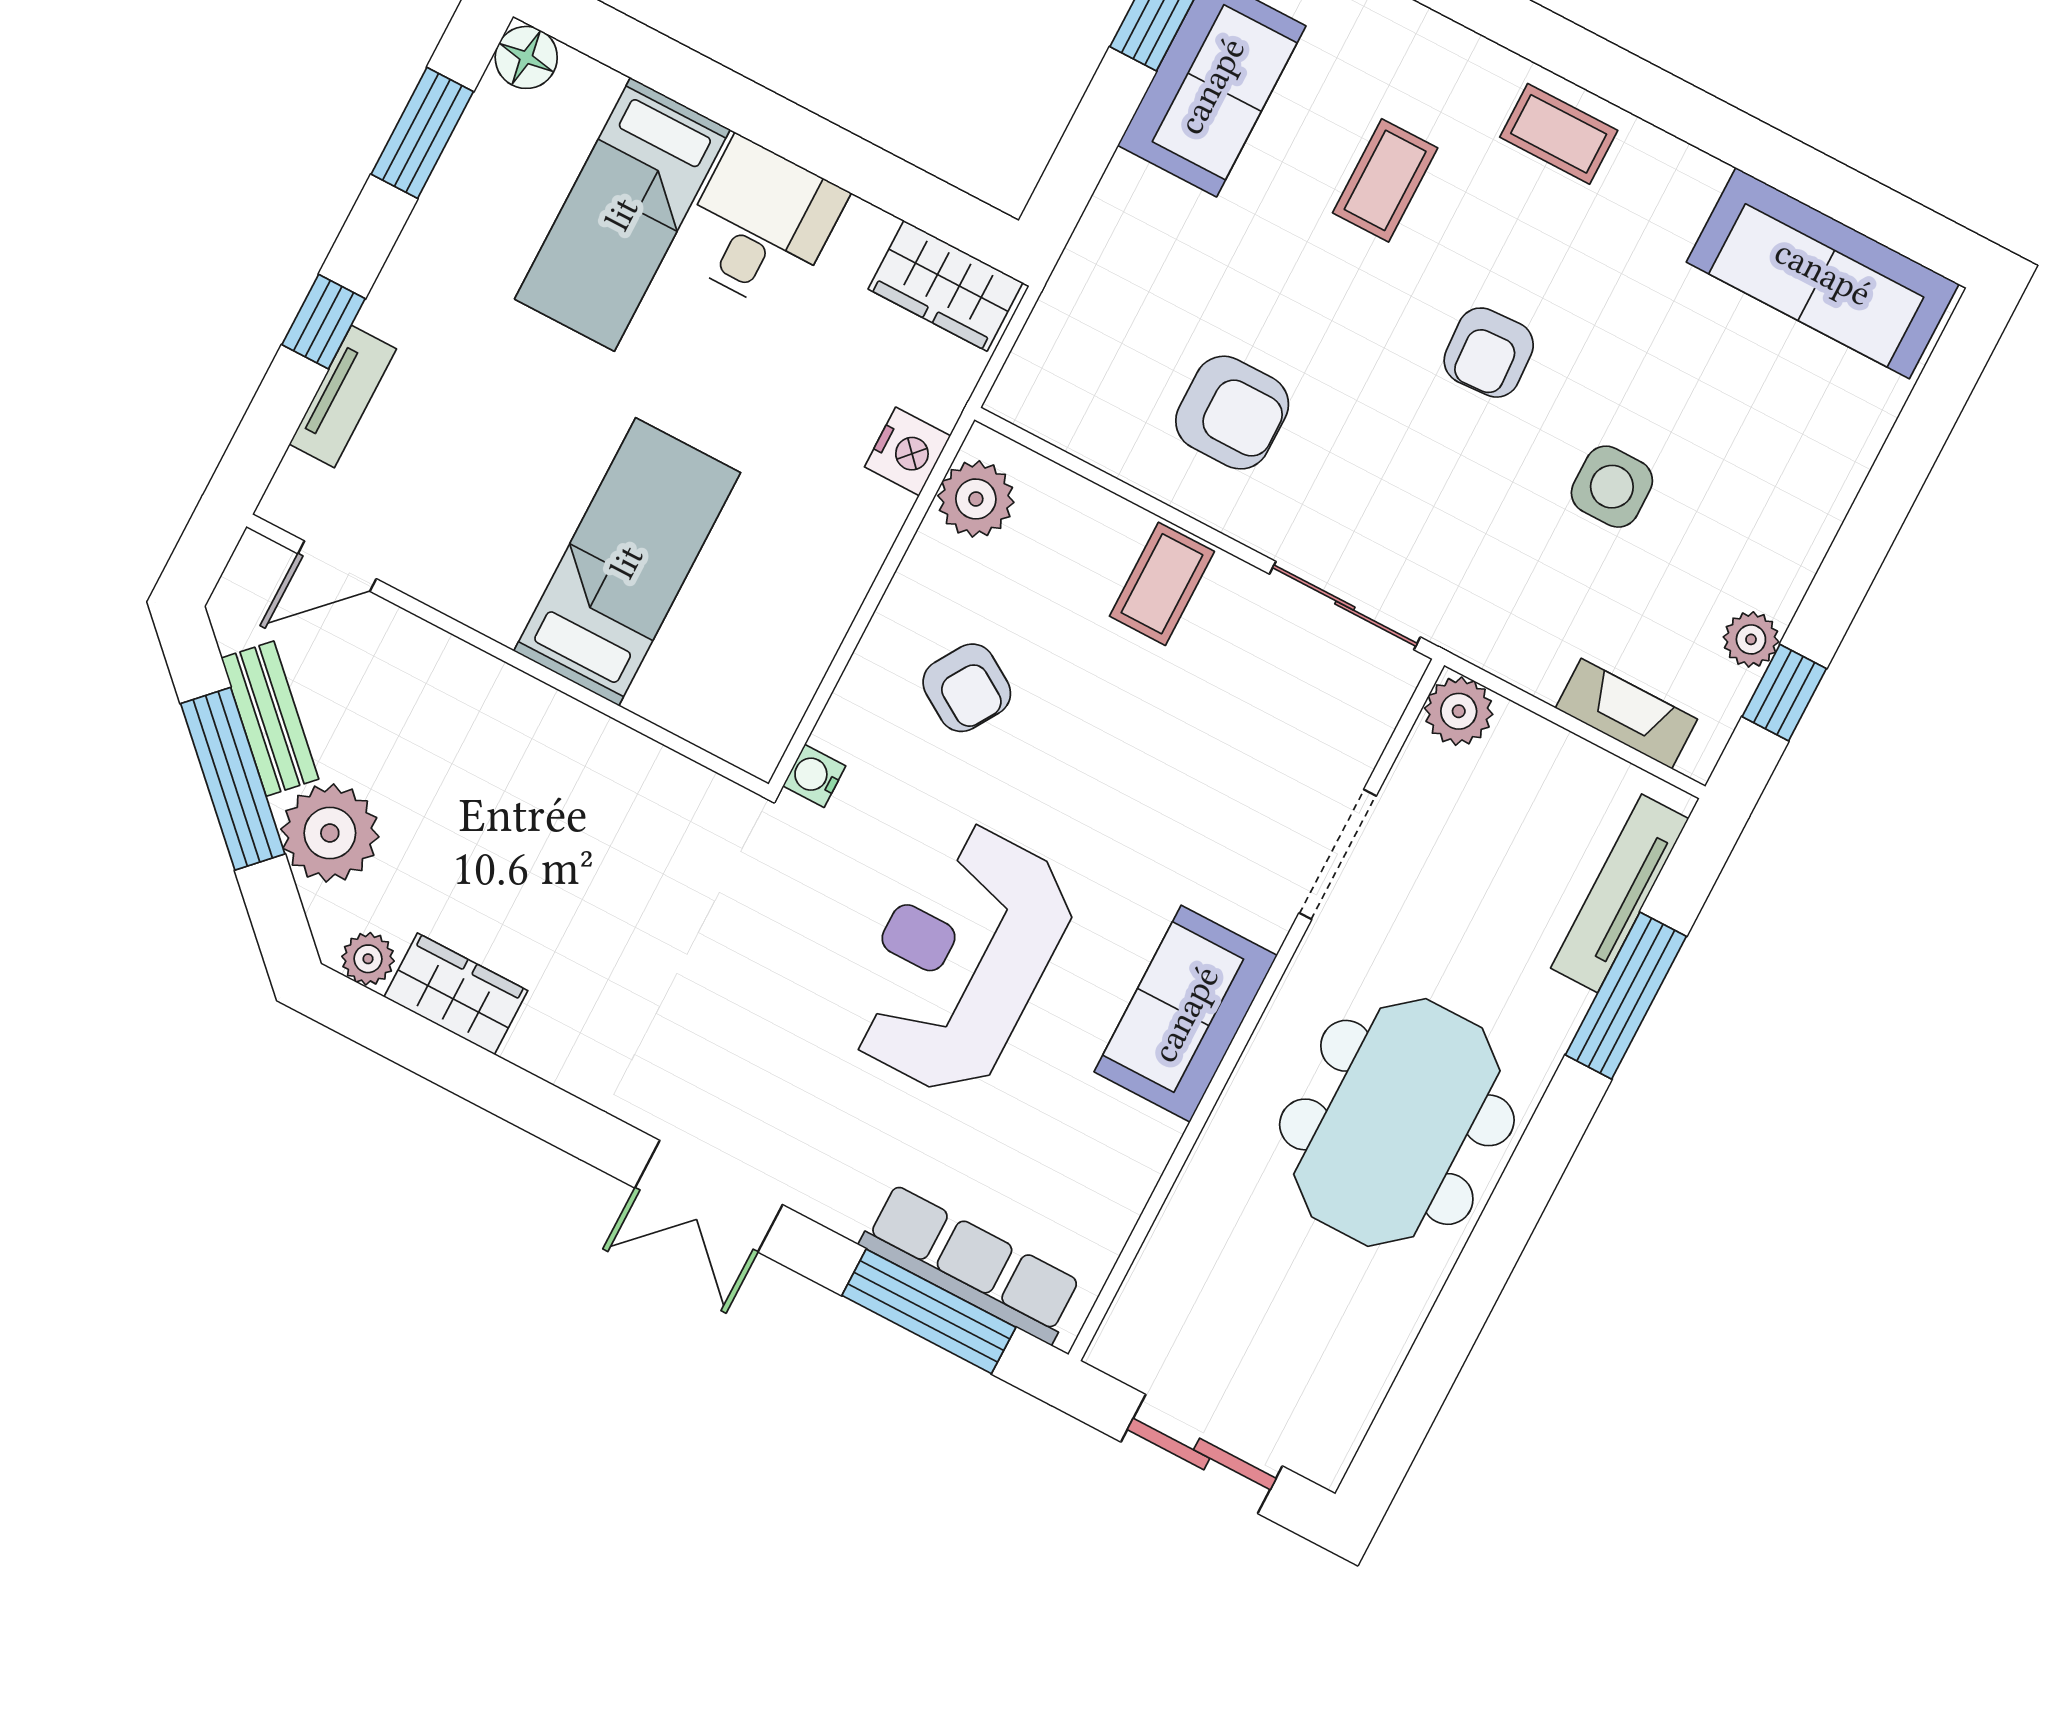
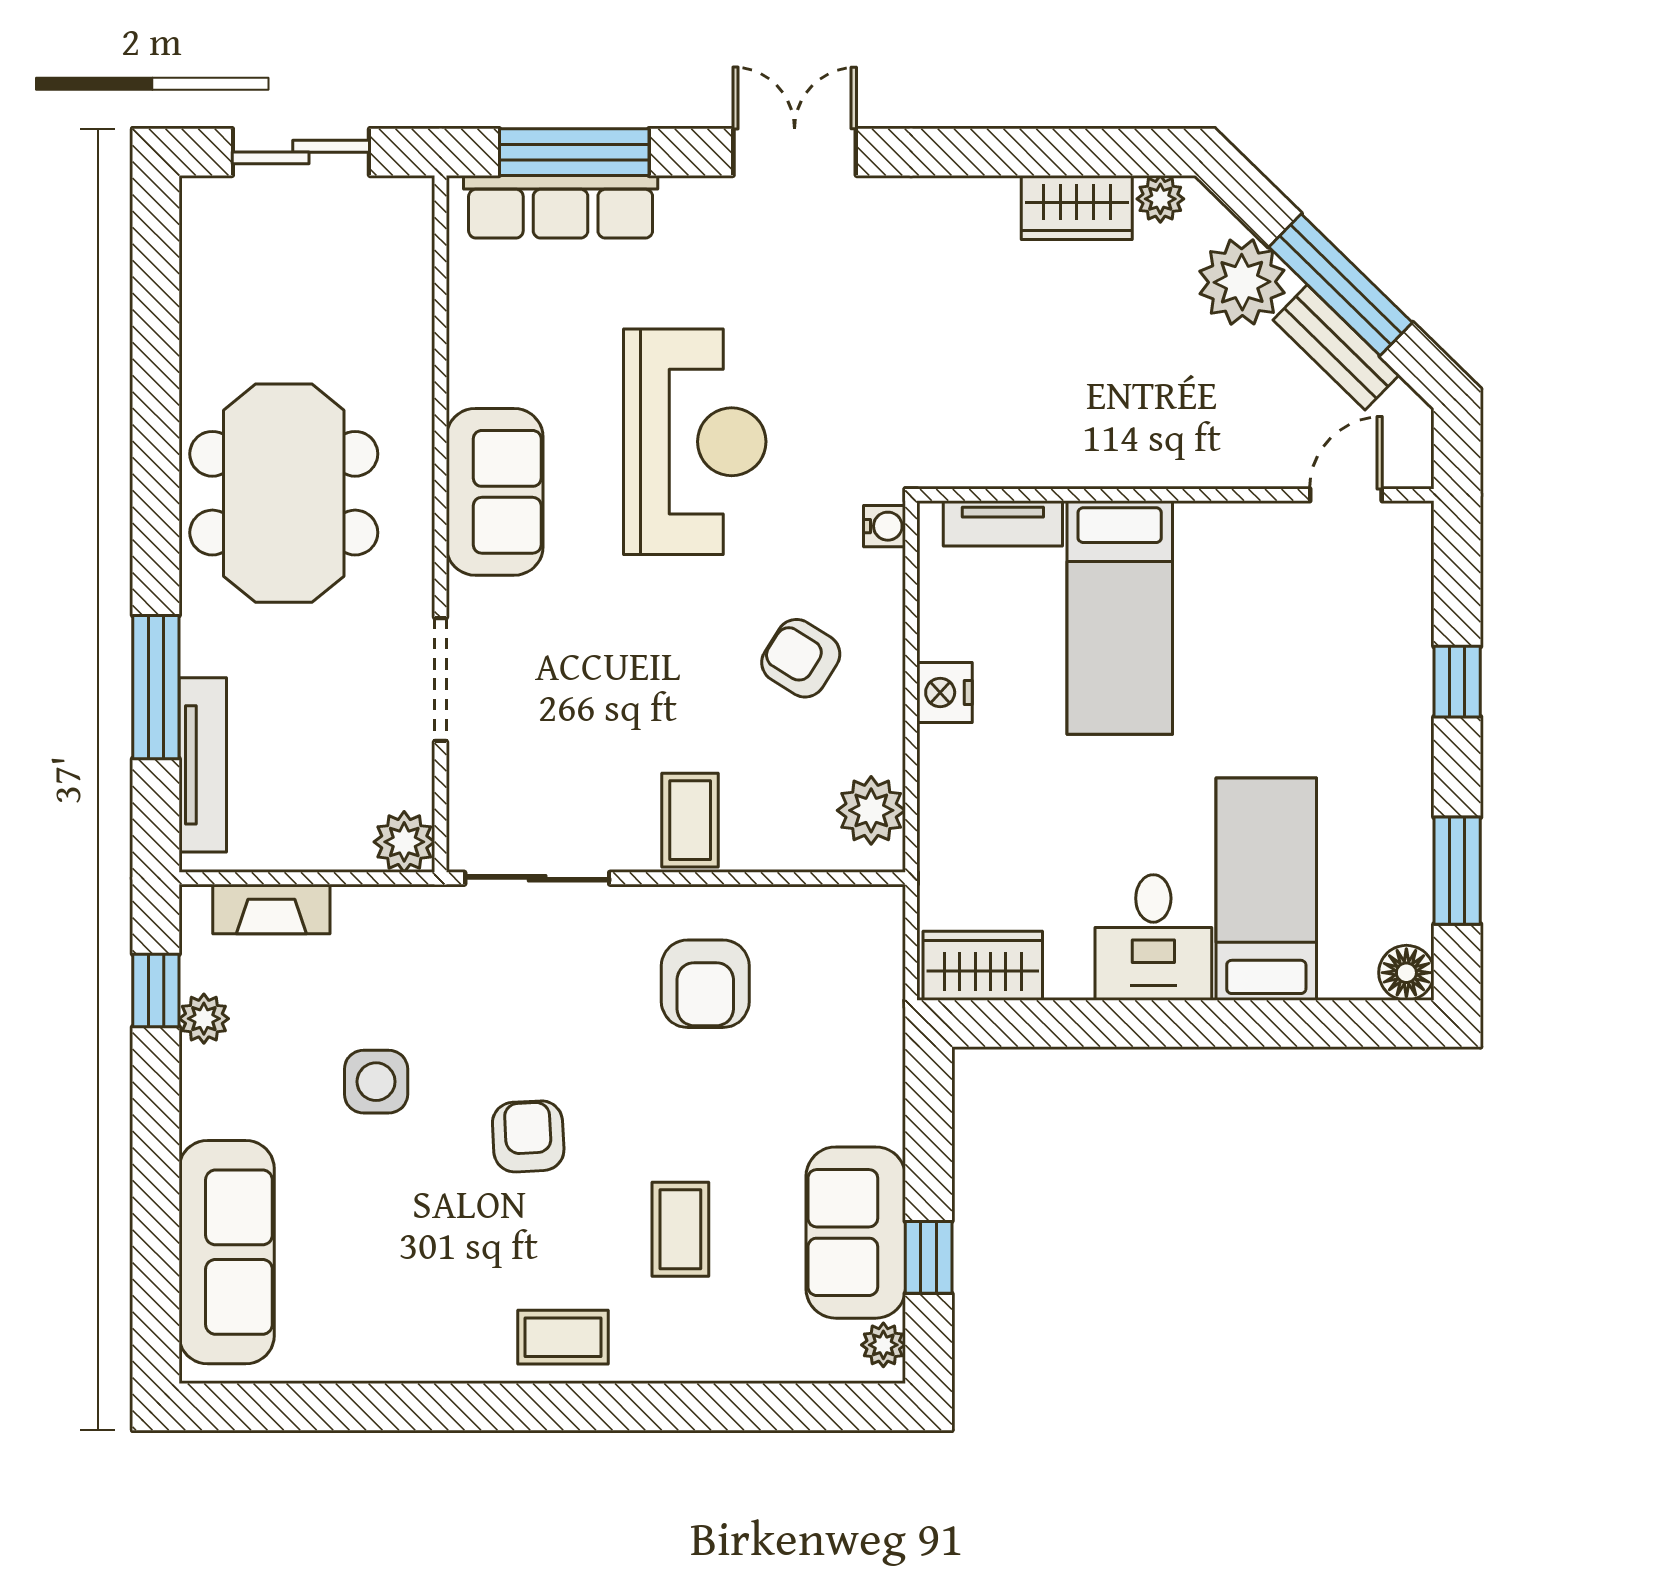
sofa: (1823, 273) -> (227, 1252), moved, turned 90
tv unit: (343, 397) -> (1003, 523), moved, turned -90
armchair: (1232, 413) -> (705, 984), turned -90
nightstand: (908, 451) -> (945, 692), moved

